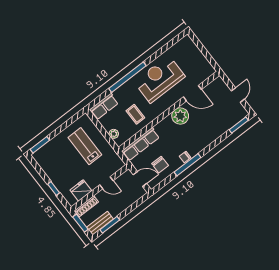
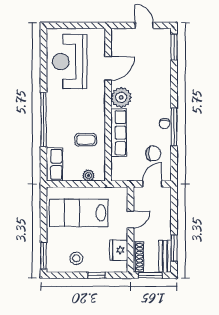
reception desk: (159, 79) -> (70, 62), moved
row of seats: (141, 144) -> (119, 133), moved
lab bench: (85, 146) -> (79, 213), width x1.36, depth x1.39
stool: (55, 167) -> (76, 258), added

